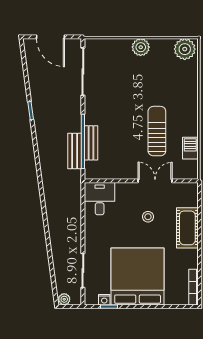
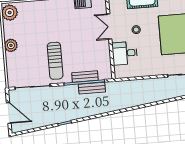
door: (50, 37) -> (9, 113), hinge flipped
sun lounger: (157, 131) -> (55, 61), moved, turned -90
desk: (100, 199) -> (125, 53), moved

